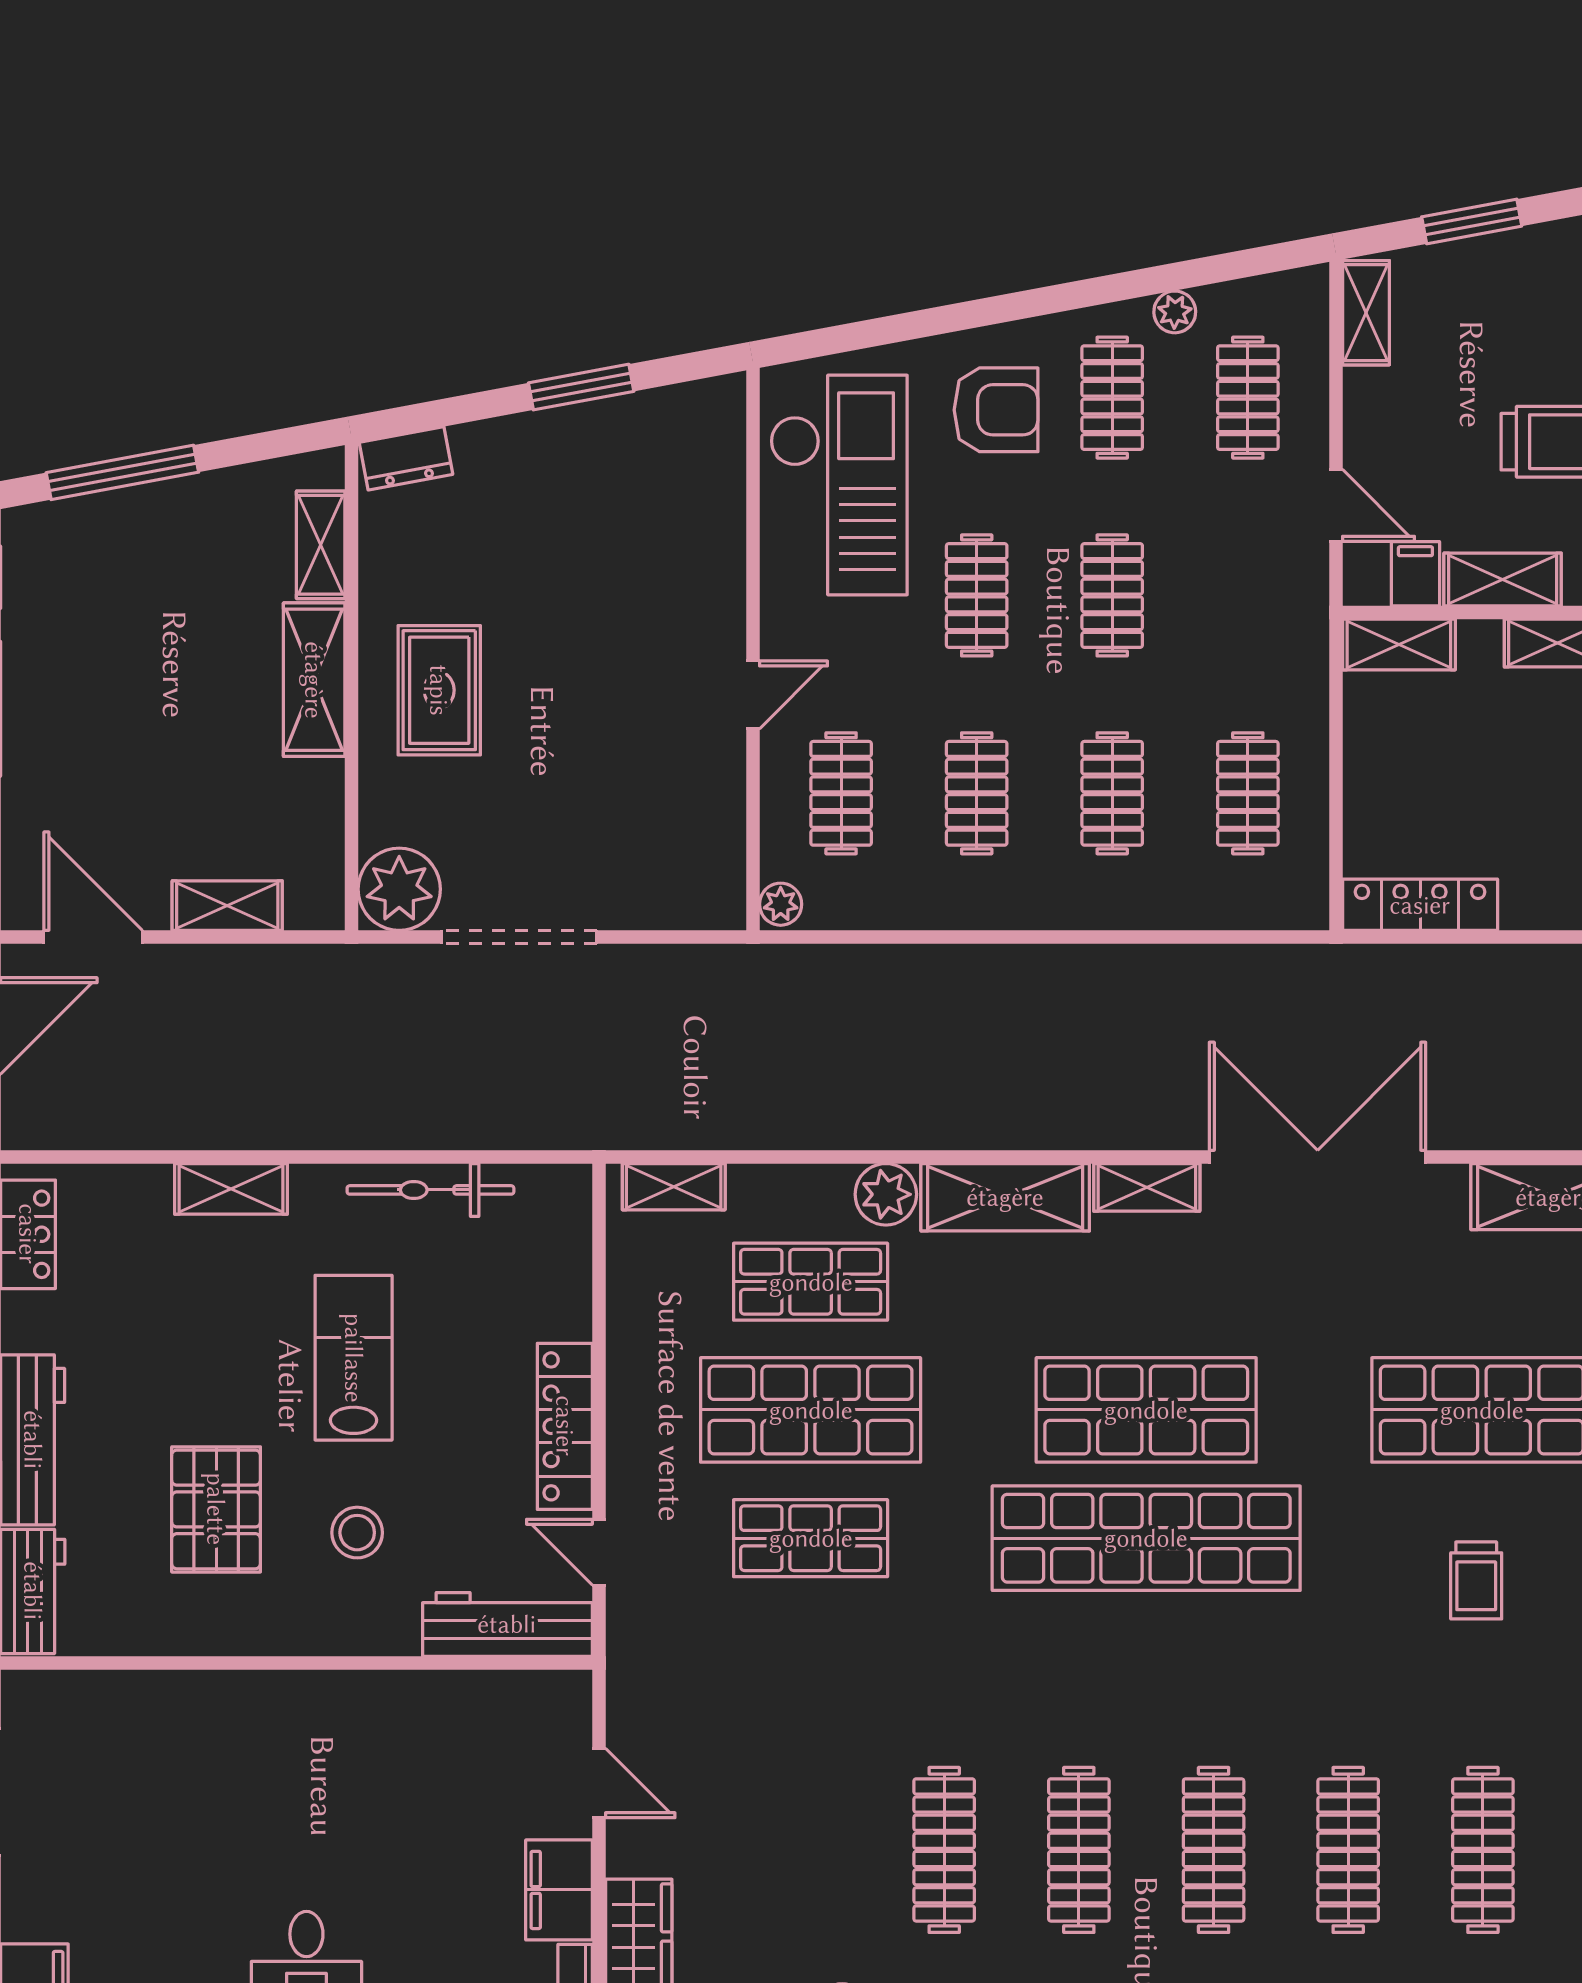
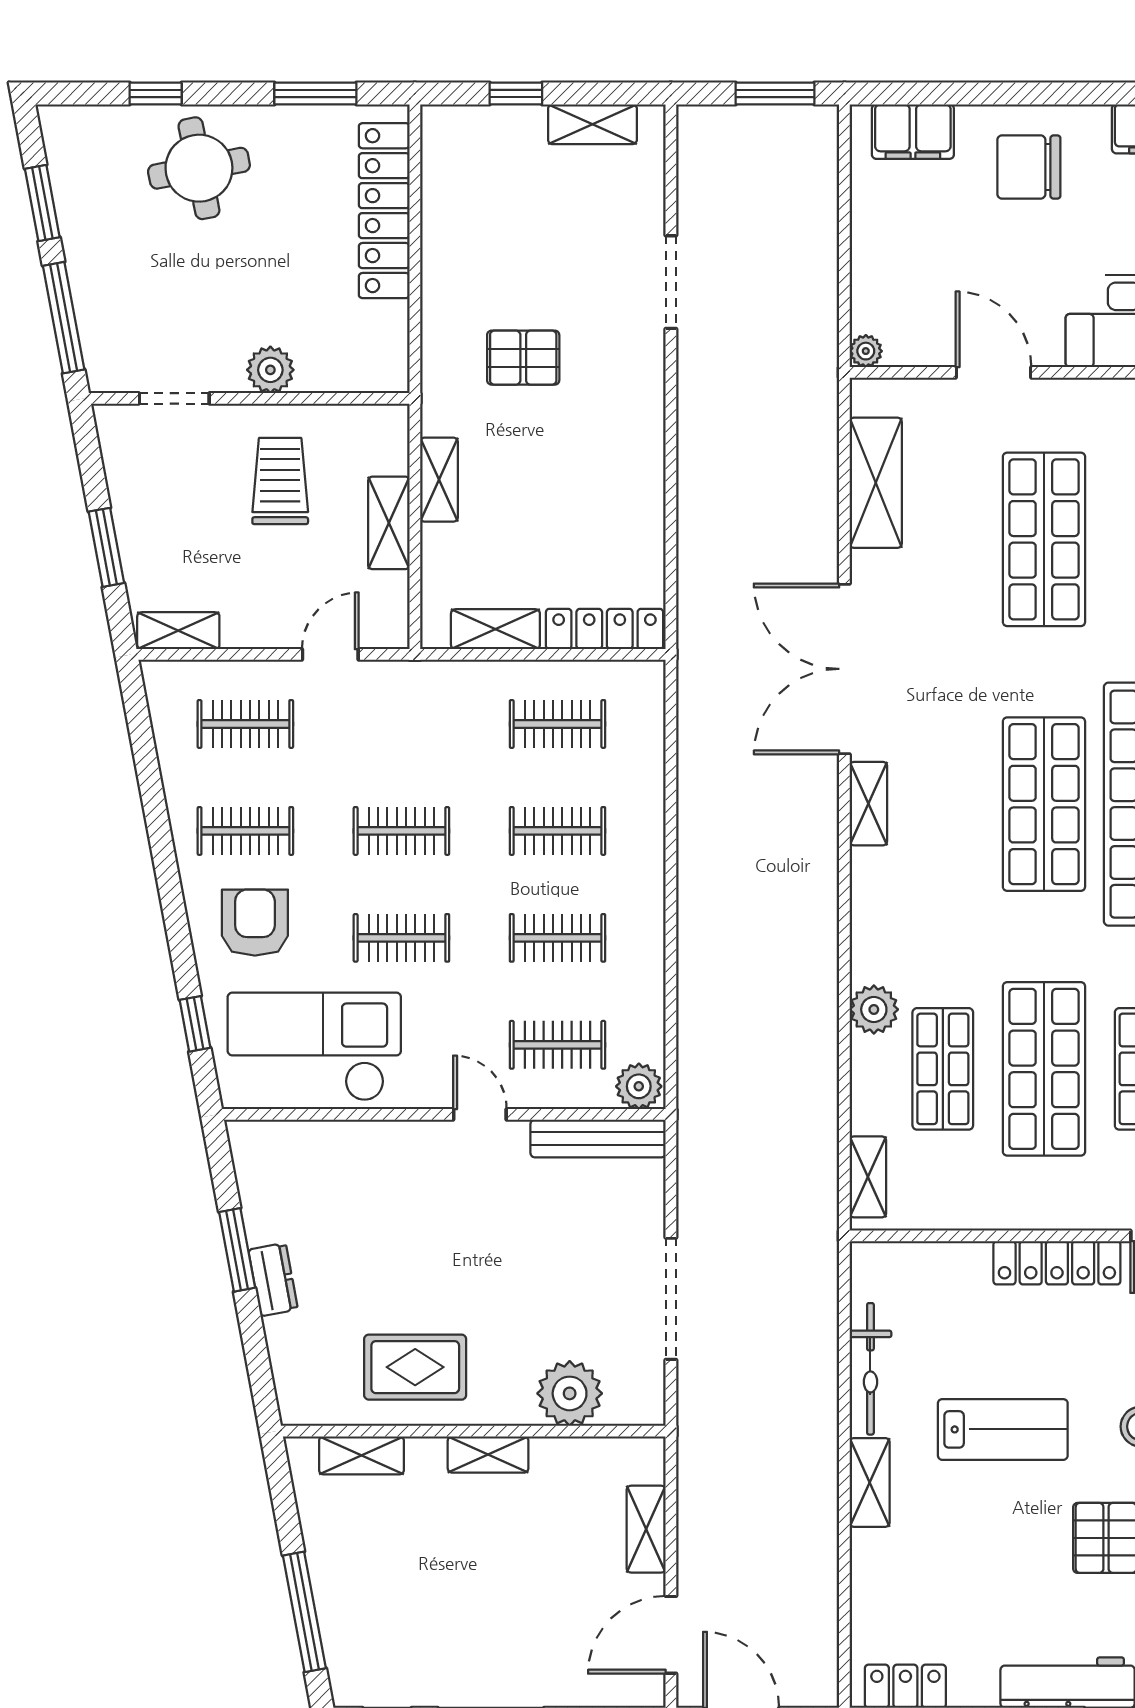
plant: (1175, 312) -> (178, 782), removed
window: (868, 334) -> (195, 1024), added
dresser: (406, 458) -> (273, 1280), moved
filing cabinet: (1415, 574) -> (384, 592), removed
shelving: (1399, 644) -> (495, 629), moved, turned 90
shelving: (314, 680) -> (488, 1454), width x0.67, depth x0.75
rug: (439, 690) -> (415, 1367), moved
bench: (722, 845) -> (598, 1138), added
plant: (399, 889) -> (570, 1393), moved
plant: (781, 904) -> (639, 1086), width x1.38, depth x1.38
locker: (1420, 905) -> (605, 629), moved, turned 90
shelving: (231, 1189) -> (870, 1482), moved
shelving: (1005, 1197) -> (876, 915), removed
lab bench: (354, 1358) -> (1003, 1429), turned 180

